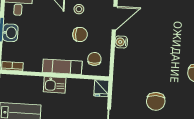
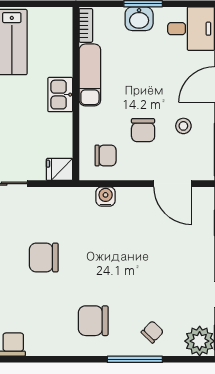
water cooler: (121, 42) -> (106, 196), moved
exam couch: (62, 67) -> (90, 75), moved

